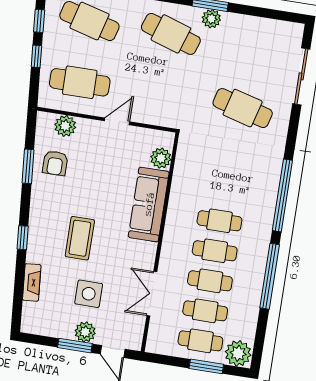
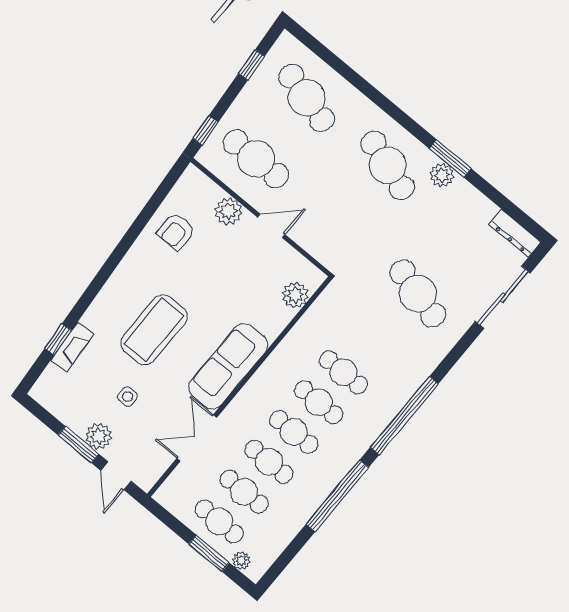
dresser: (284, 29) -> (515, 233), added
window: (36, 56) -> (206, 130), moved
plant: (65, 126) -> (228, 211), moved
window: (28, 166) -> (144, 217), removed
cafe table: (224, 191) -> (343, 372), added
sofa: (149, 204) -> (228, 366), moved
window: (23, 238) -> (58, 339), moved
coffee table: (80, 238) -> (154, 330), width x1.36, depth x1.32
side table: (89, 294) -> (127, 397), width x0.54, depth x0.54
plant: (238, 353) -> (241, 561), width x0.53, depth x0.53

